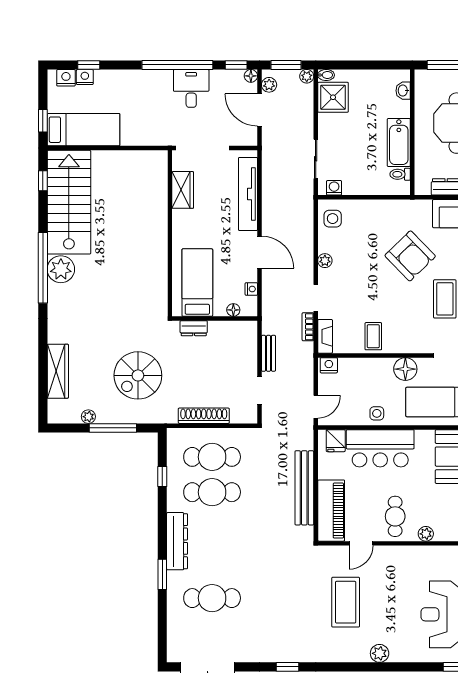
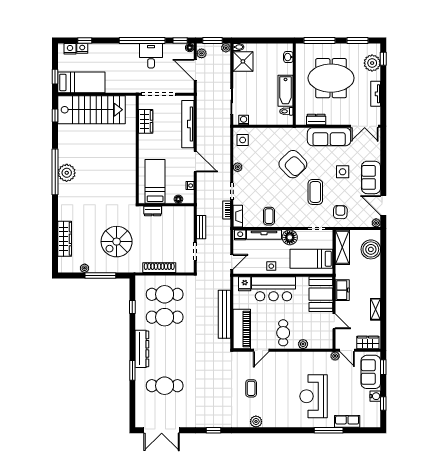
stairs: (69, 202) -> (92, 110), moved, turned 90
tv unit: (366, 365) -> (264, 235), added
coffee table: (346, 602) -> (251, 388), width x0.54, depth x0.58
plant: (380, 653) -> (256, 422), moved

